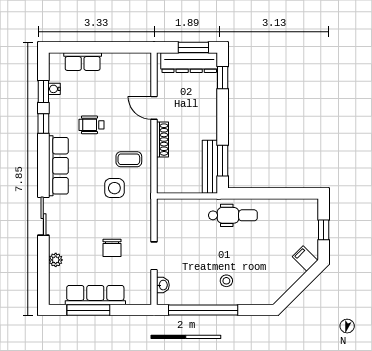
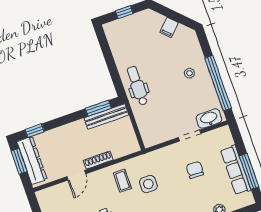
chair: (112, 248) -> (195, 170), turned -87
filing cabinet: (305, 259) -> (169, 27), moved
washbasin: (163, 285) -> (209, 119), width x1.91, depth x1.45

